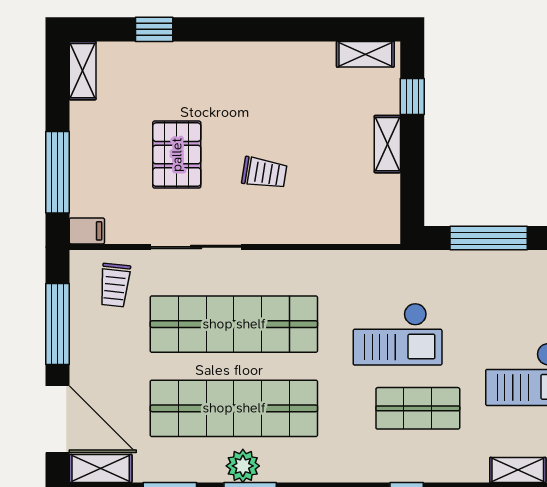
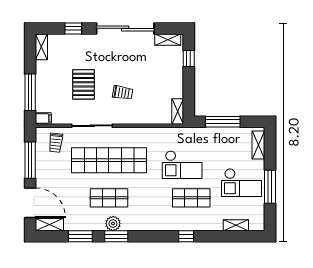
sliding door: (270, 29) -> (125, 28), added
shelving: (387, 144) -> (178, 112), moved
shop shelf: (234, 408) -> (109, 198), width x0.50, depth x0.74

